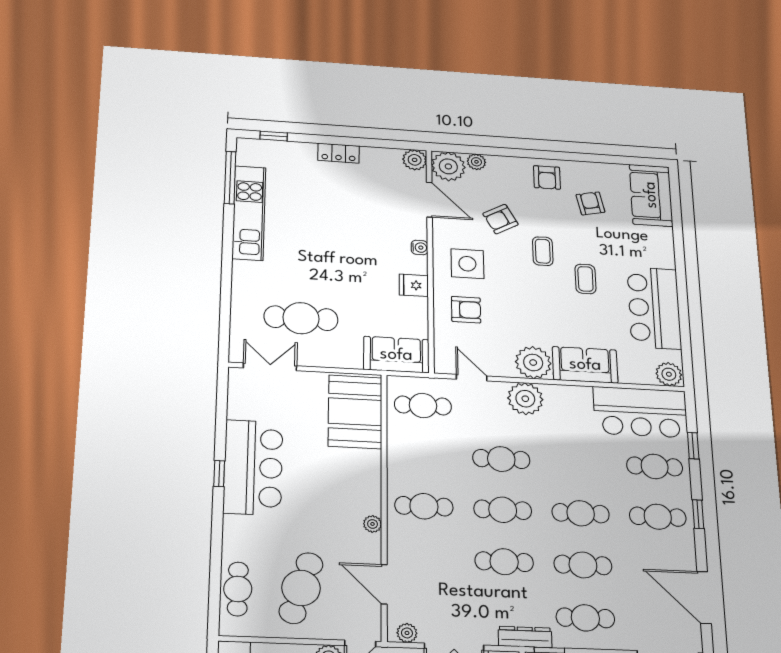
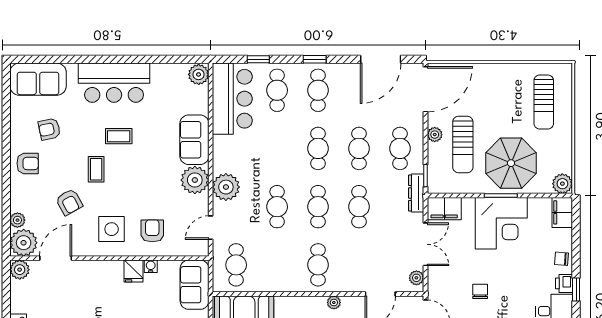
water cooler: (420, 247) -> (151, 266), moved
coffee table: (543, 251) -> (96, 169), turned 90
bar counter: (654, 308) -> (114, 83), moved

